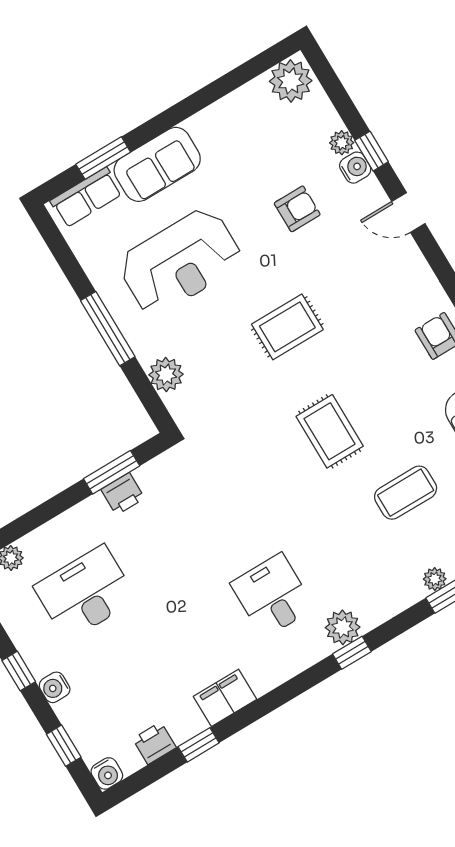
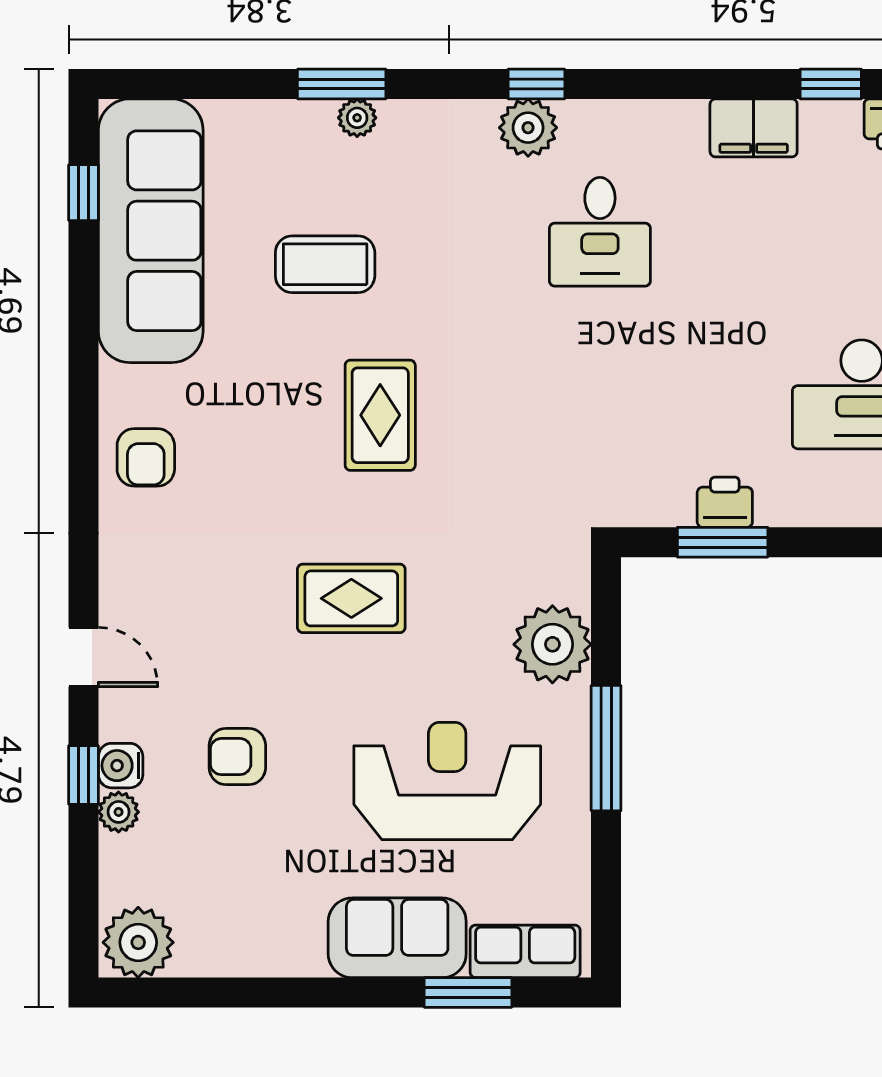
plant: (166, 375) -> (552, 644), width x1.36, depth x1.36

